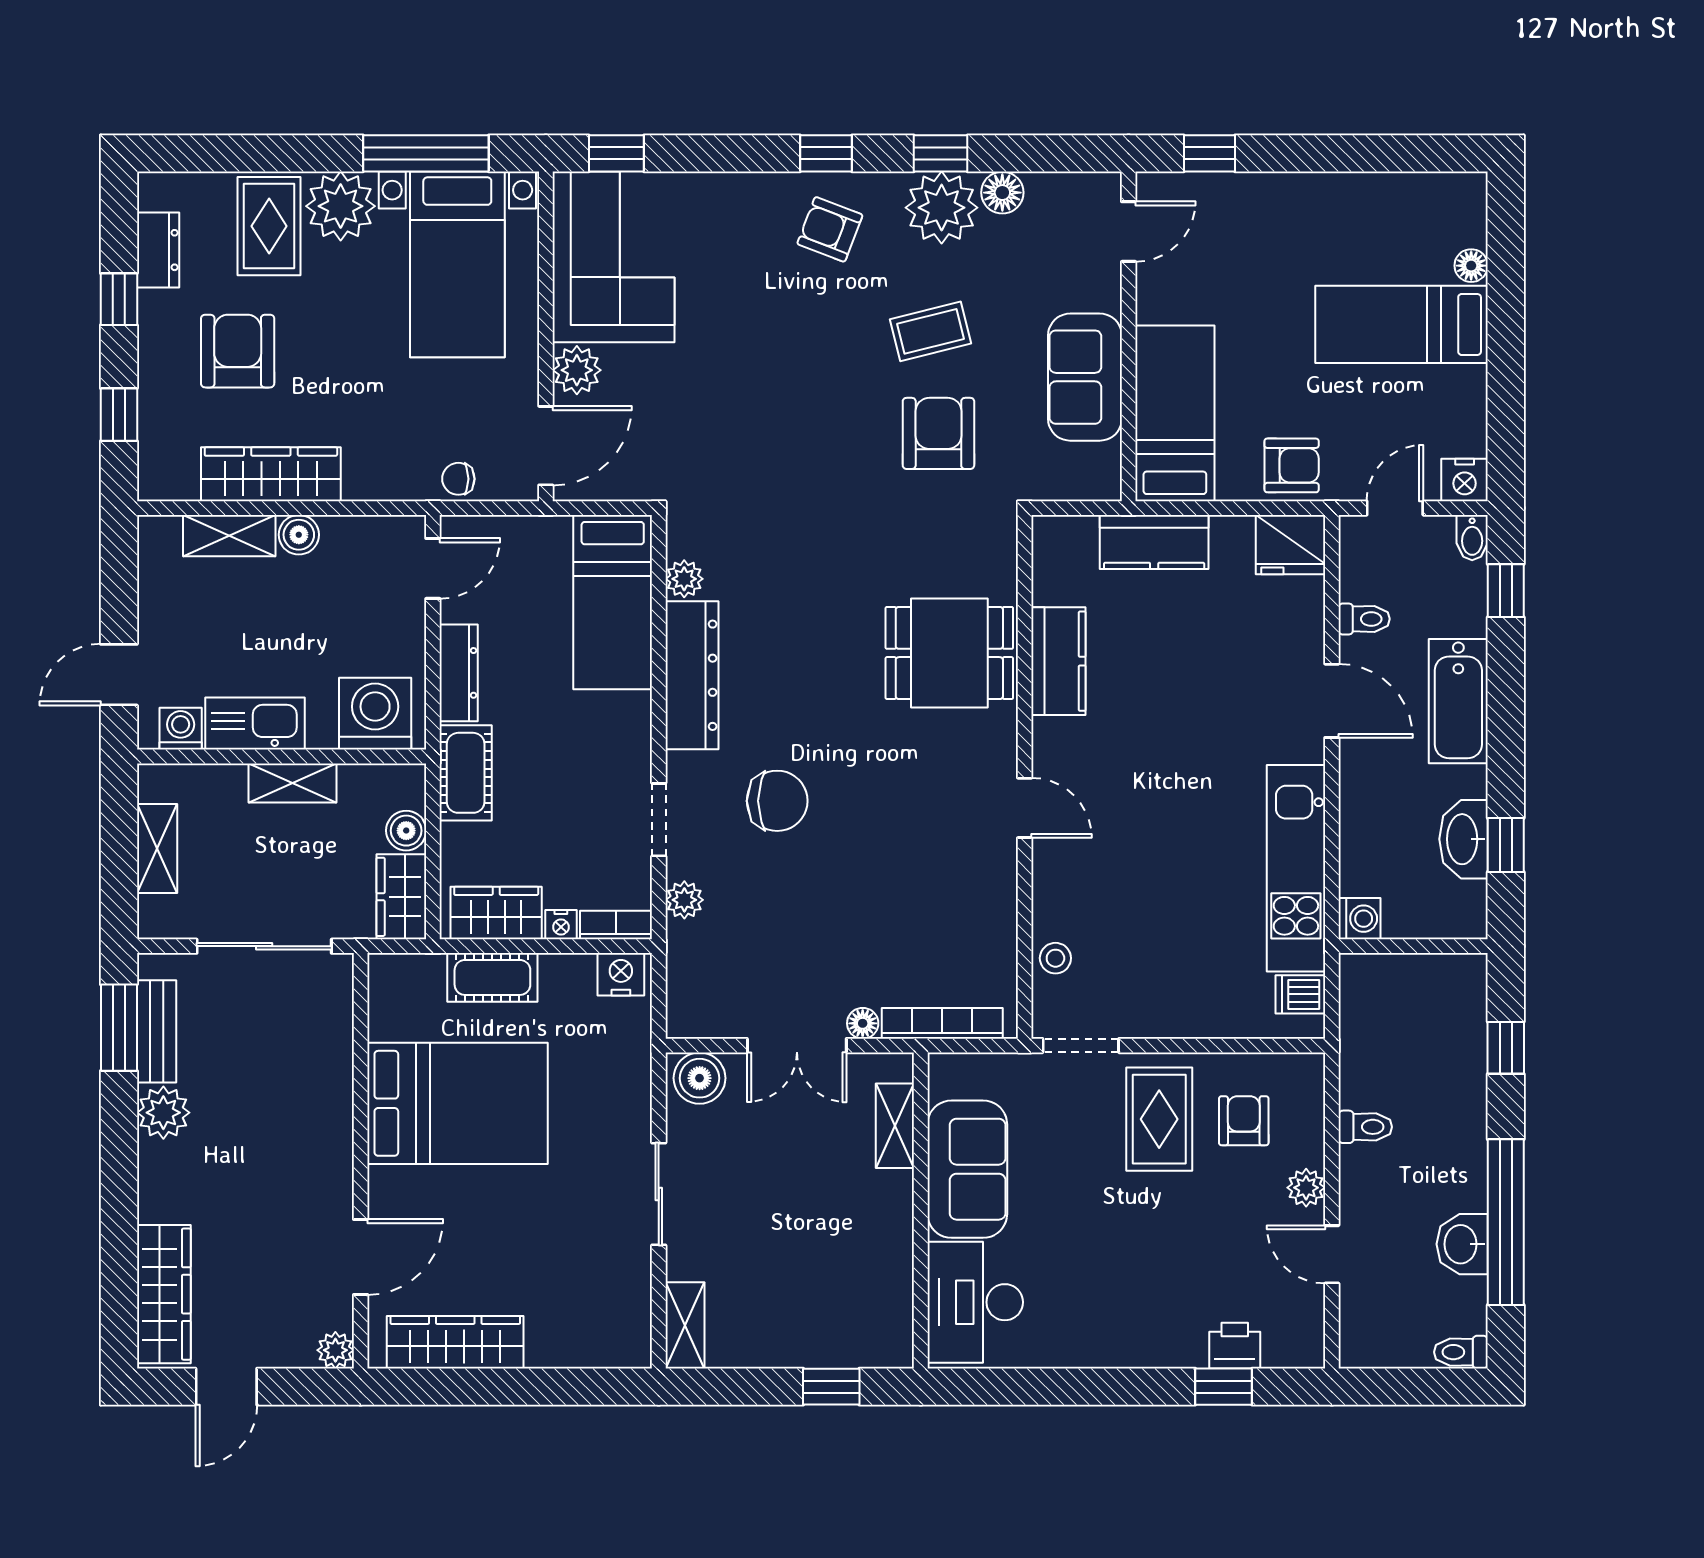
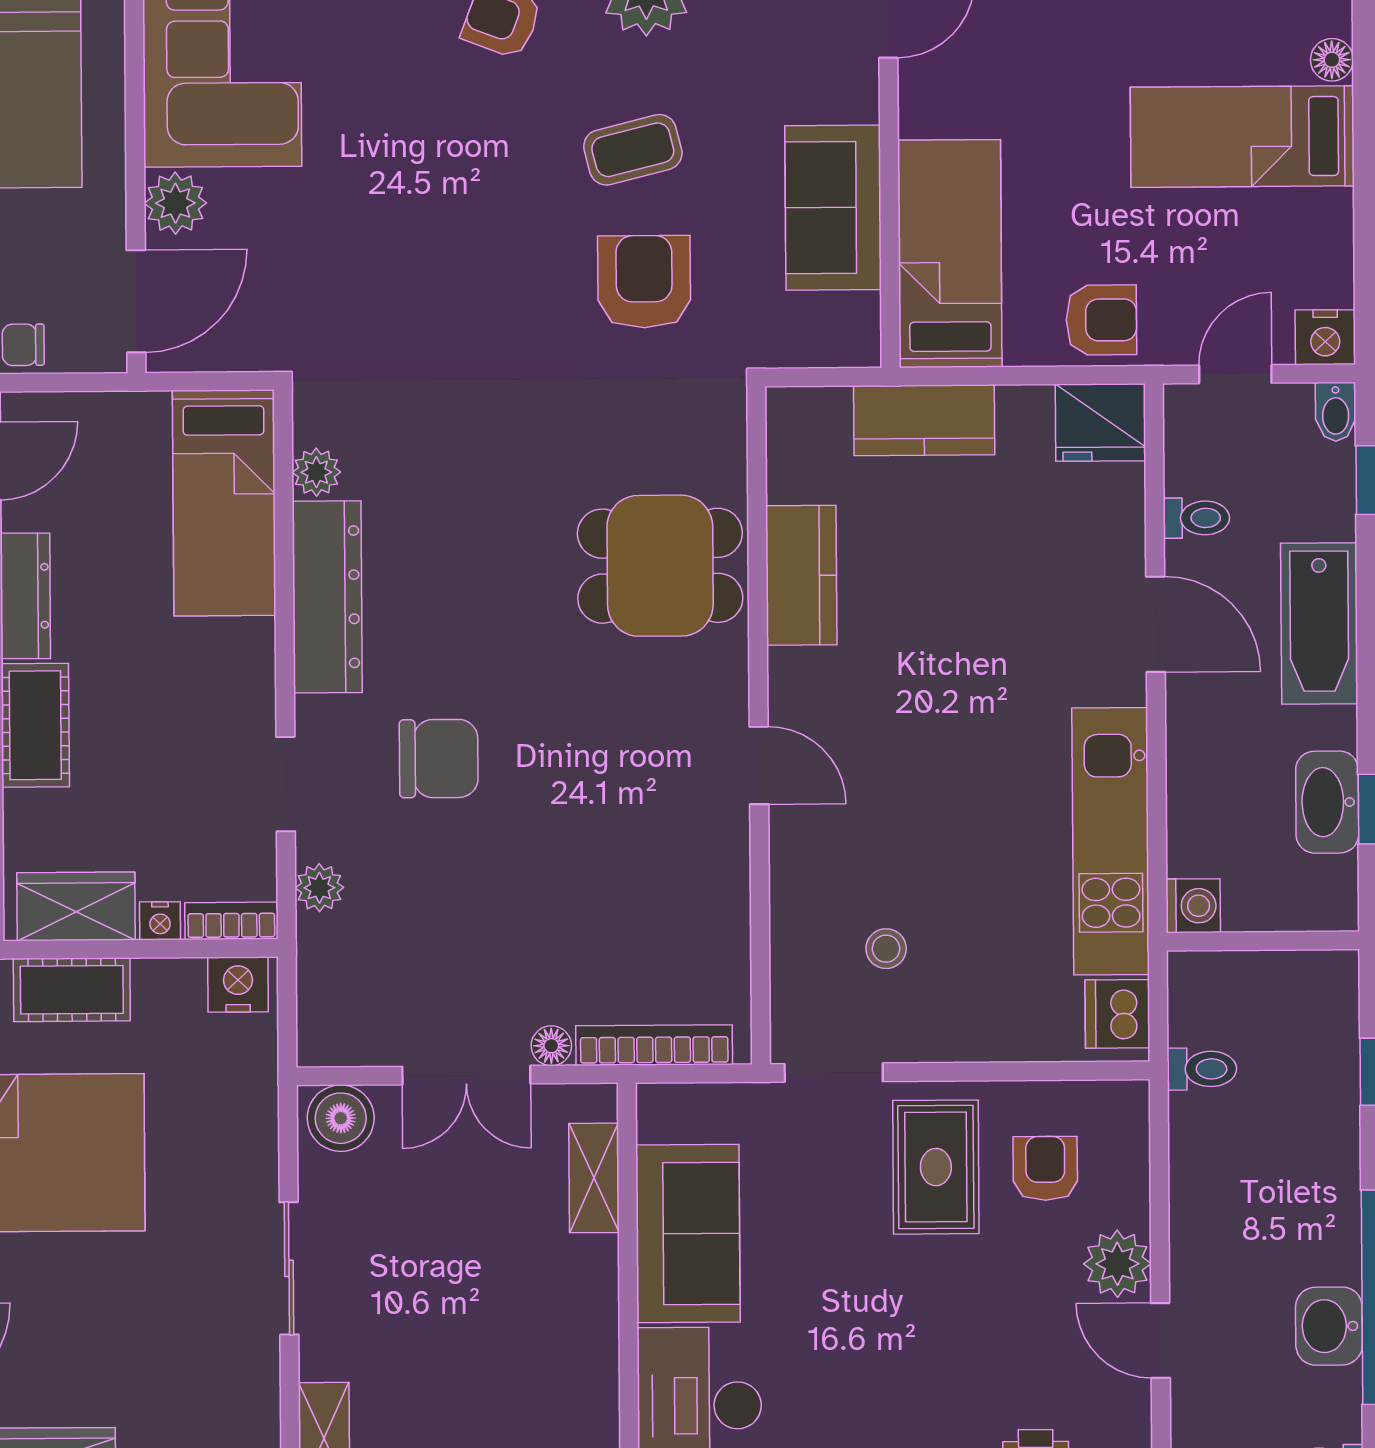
stool: (1055, 958) -> (886, 949), moved
dishwasher: (1300, 994) -> (1117, 1014), width x1.38
toilet: (1365, 1127) -> (1202, 1069), moved
plant: (1306, 1188) -> (1117, 1264), width x1.38, depth x1.38

